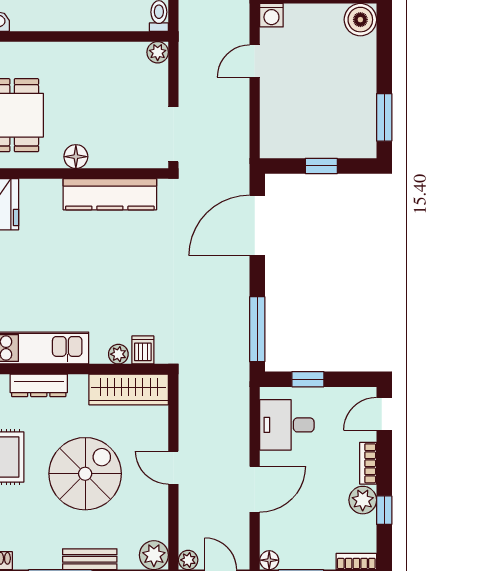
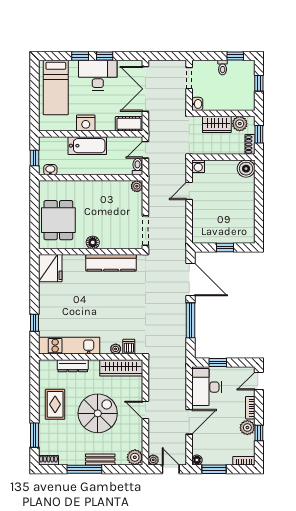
window: (384, 117) -> (259, 221), removed
door: (257, 225) -> (190, 280), swing flipped
window: (257, 329) -> (190, 320), moved
desk: (287, 425) -> (206, 387), width x1.37

